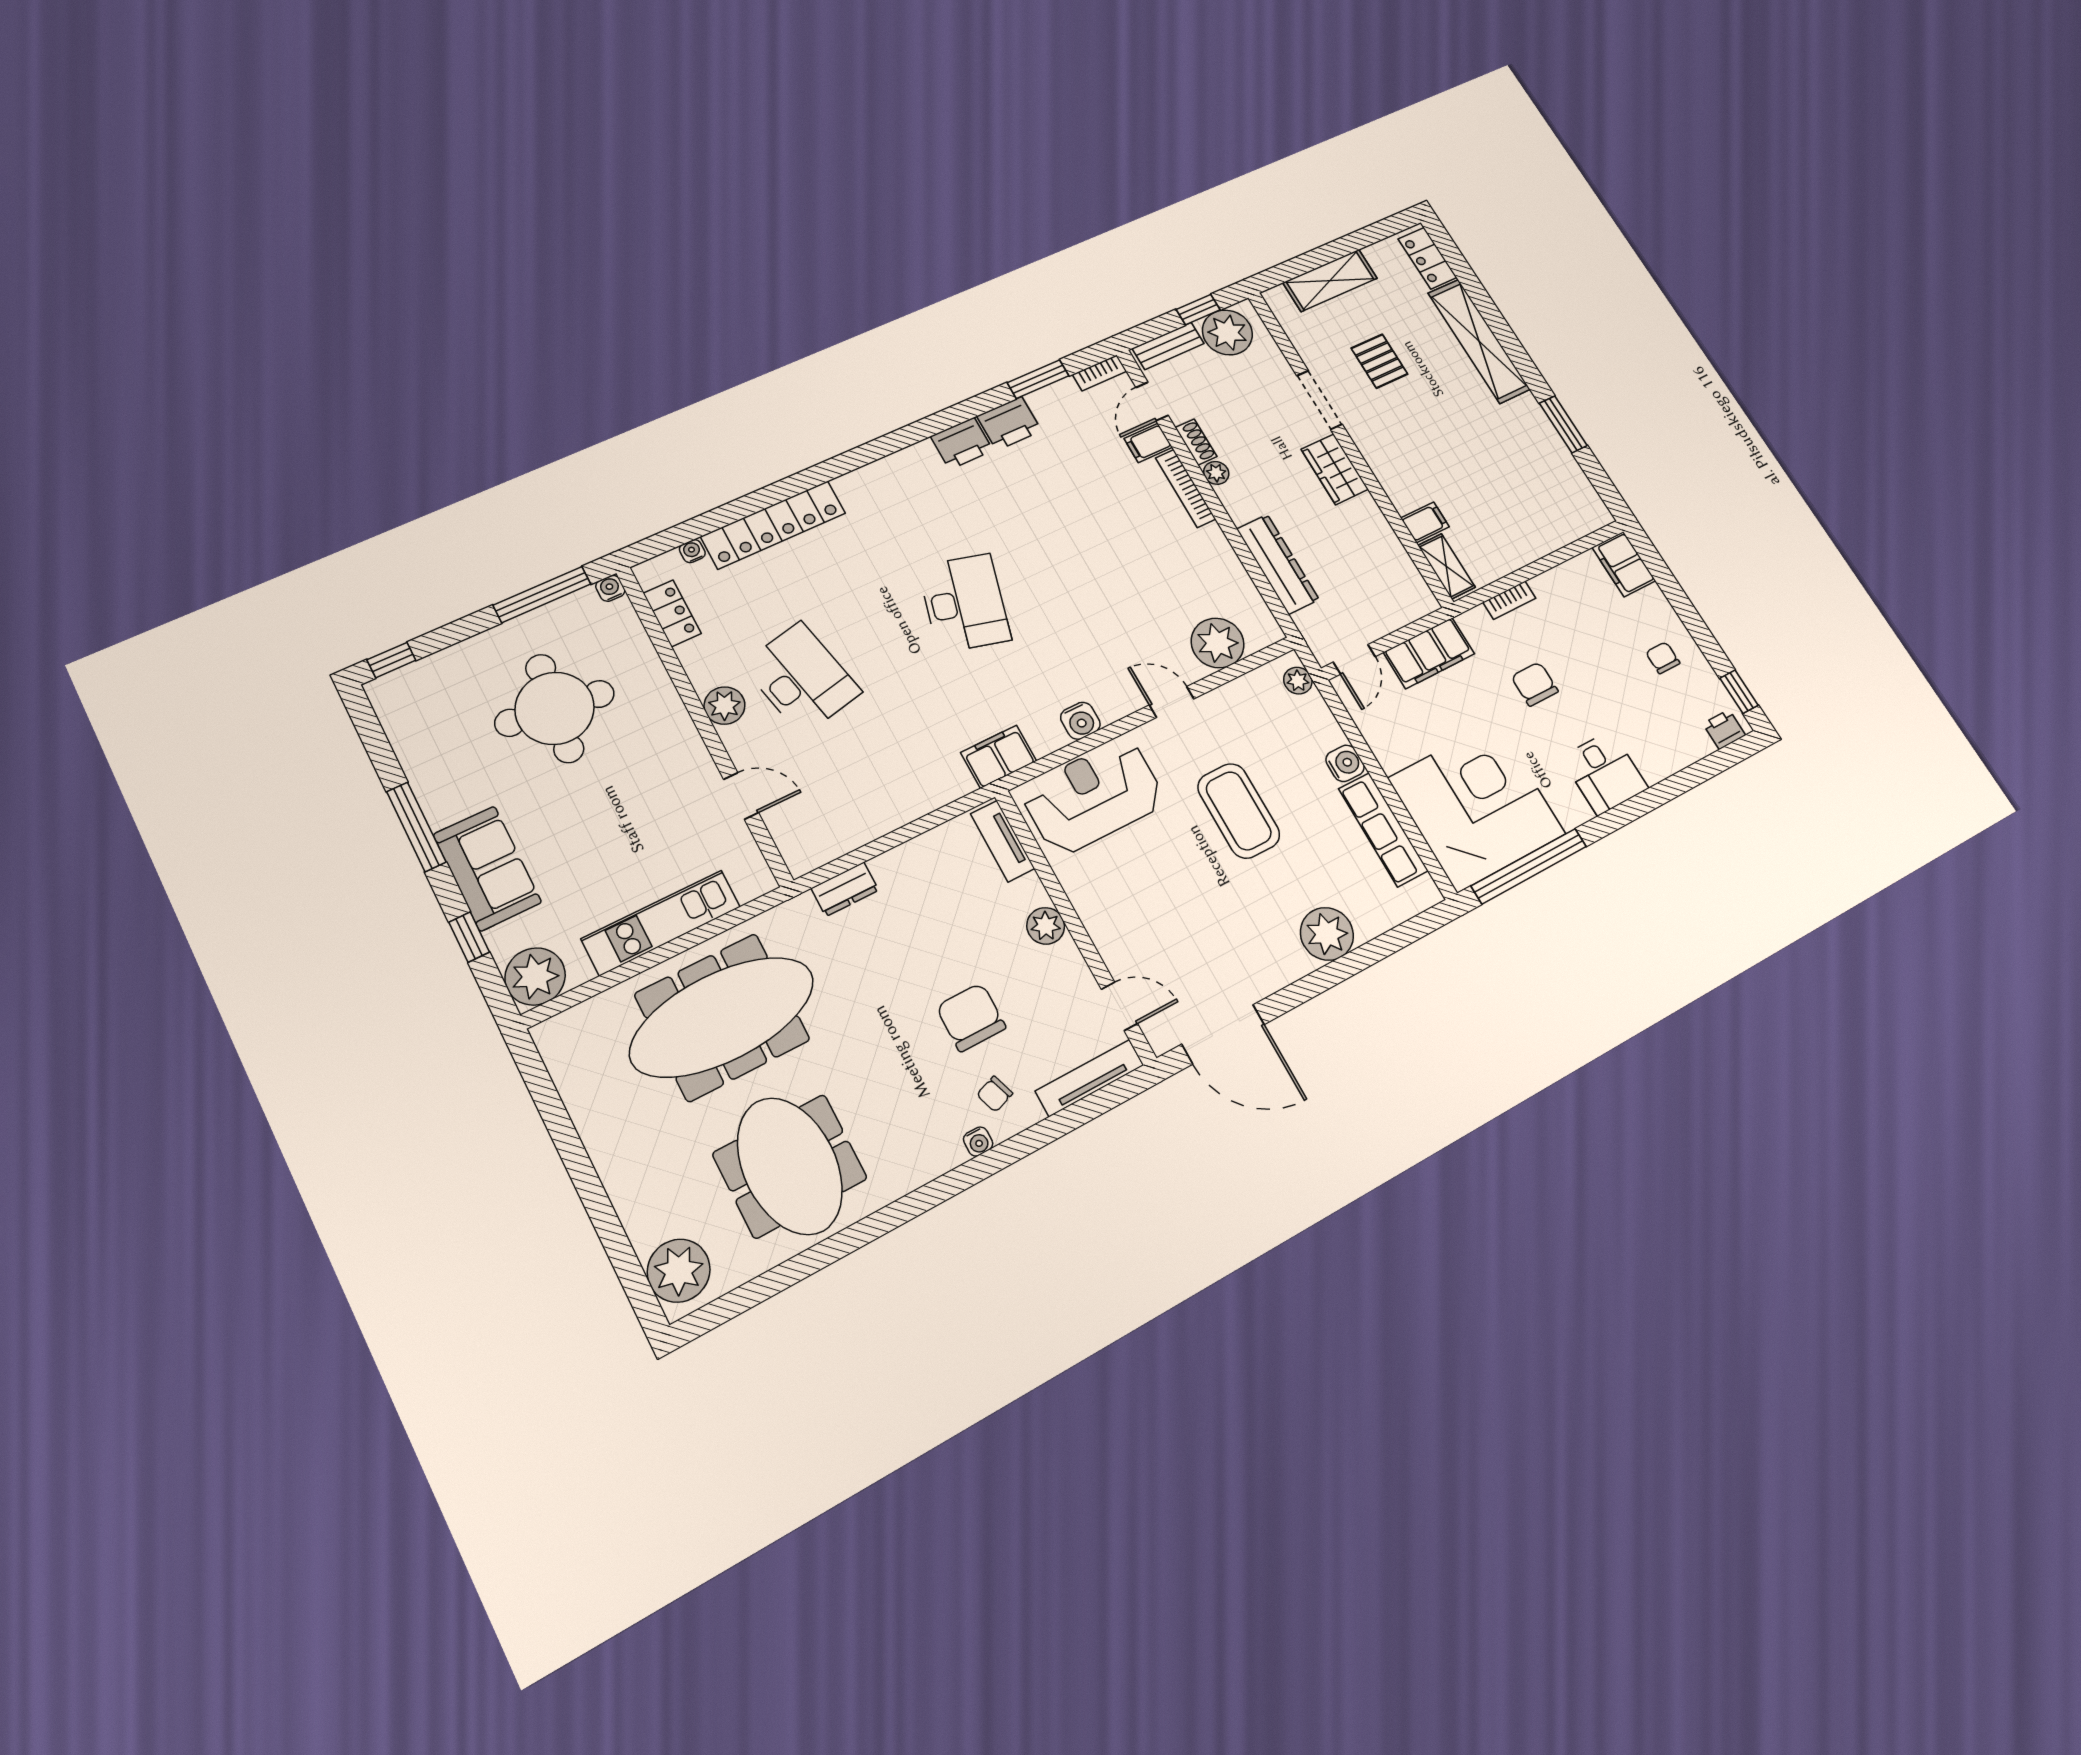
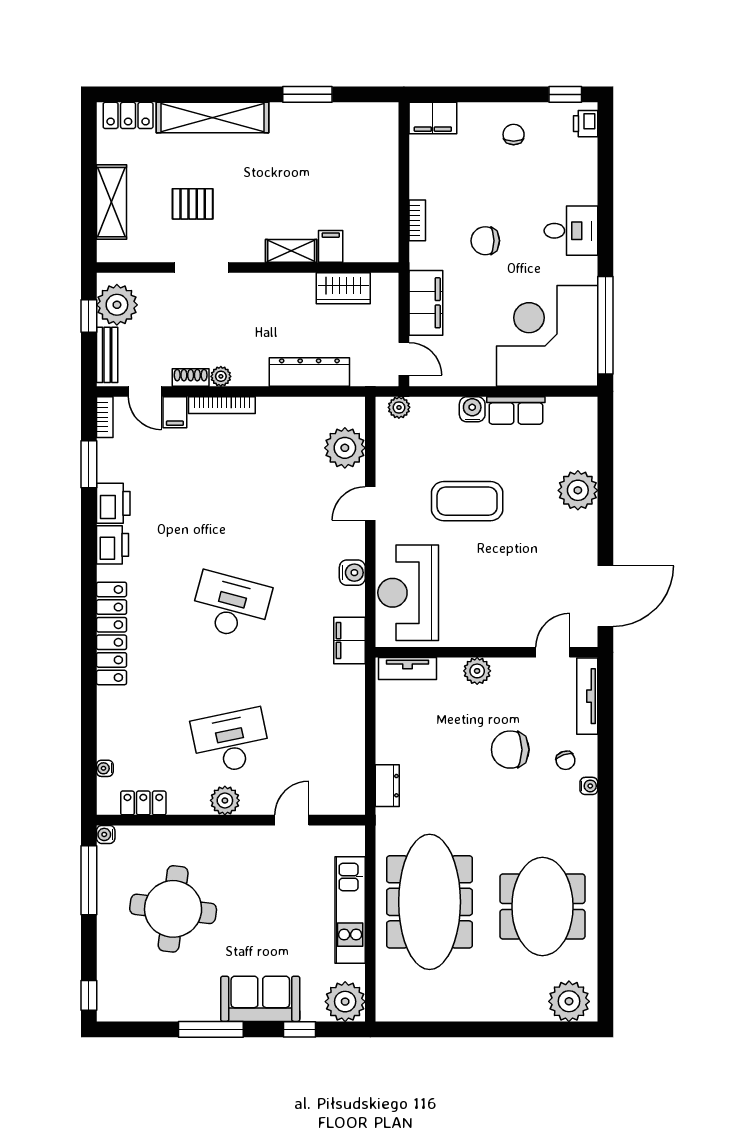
wardrobe: (1335, 469) -> (343, 288), moved
locker: (773, 525) -> (111, 633), moved
shelving: (1446, 566) -> (291, 251), moved
chair: (1663, 658) -> (514, 134), turned 90
row of seats: (1383, 830) -> (516, 410), width x0.68
meeting table: (790, 1166) -> (542, 906), turned 90

